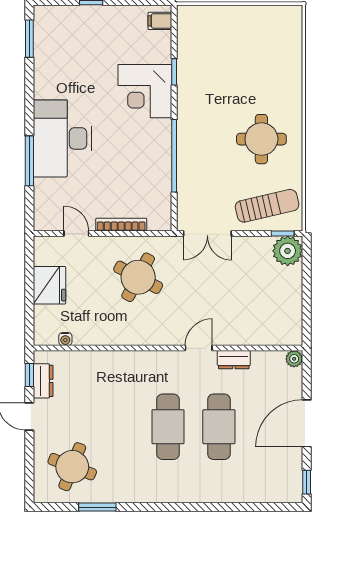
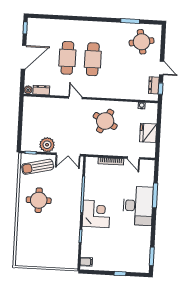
corner desk: (145, 91) -> (96, 214), moved
double door: (207, 234) -> (68, 155), swing flipped
plant: (288, 251) -> (47, 145), moved
round table: (138, 277) -> (105, 121), moved
door: (199, 348) -> (75, 98), swing flipped
dresser: (234, 360) -> (41, 90), moved
round table: (72, 467) -> (142, 42), turned -31

